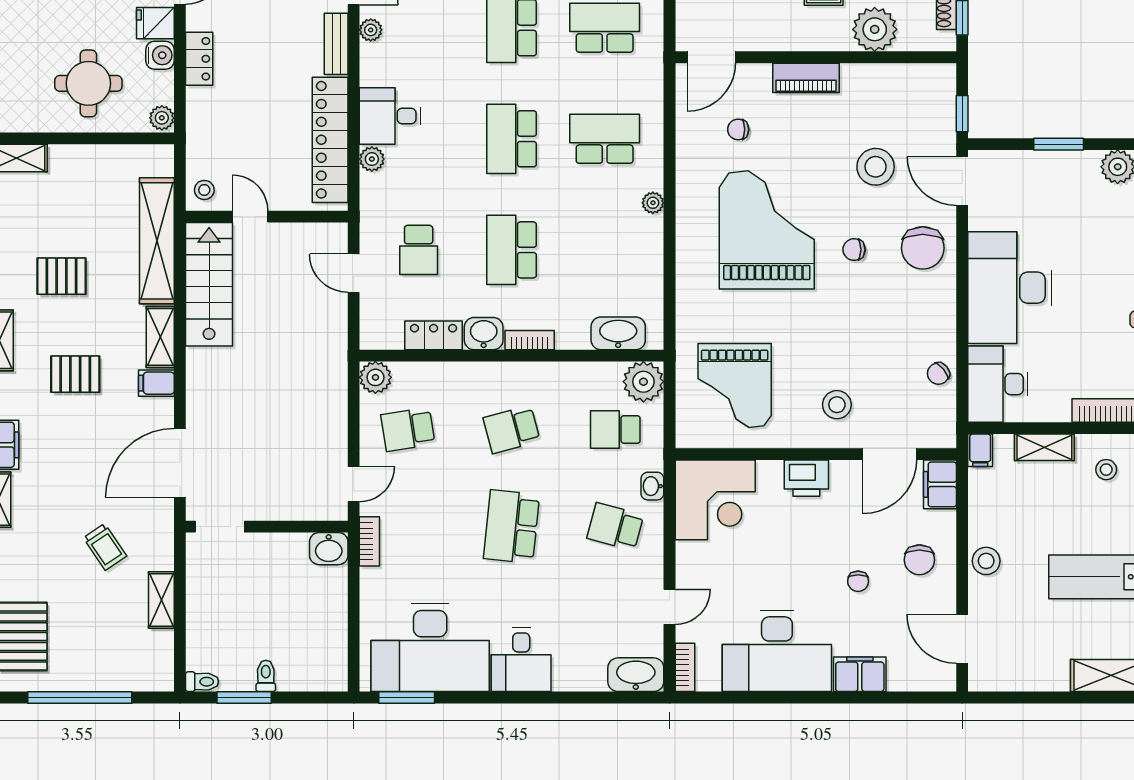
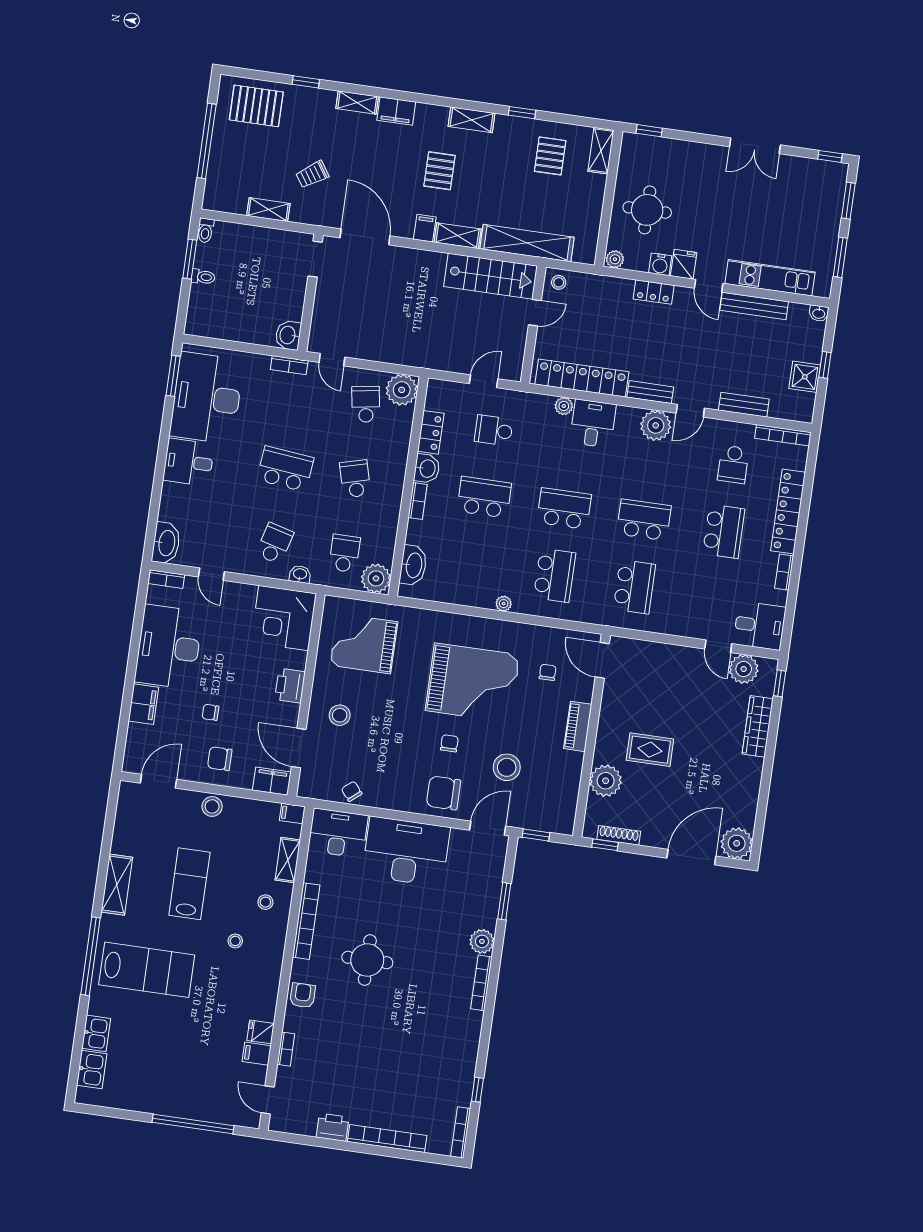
plant: (371, 30) -> (656, 425), width x1.88, depth x1.88
pallet: (62, 276) -> (550, 156), moved
plant: (375, 377) -> (402, 390), width x1.36, depth x1.36

